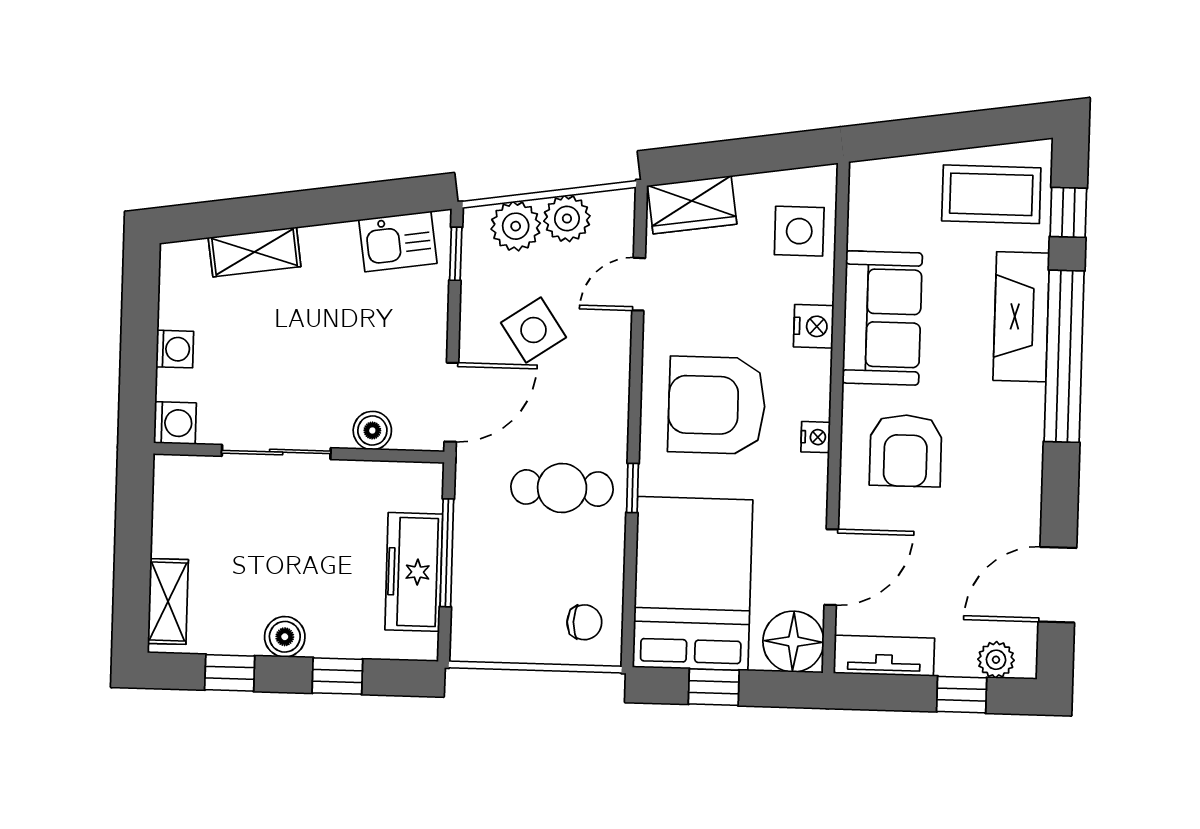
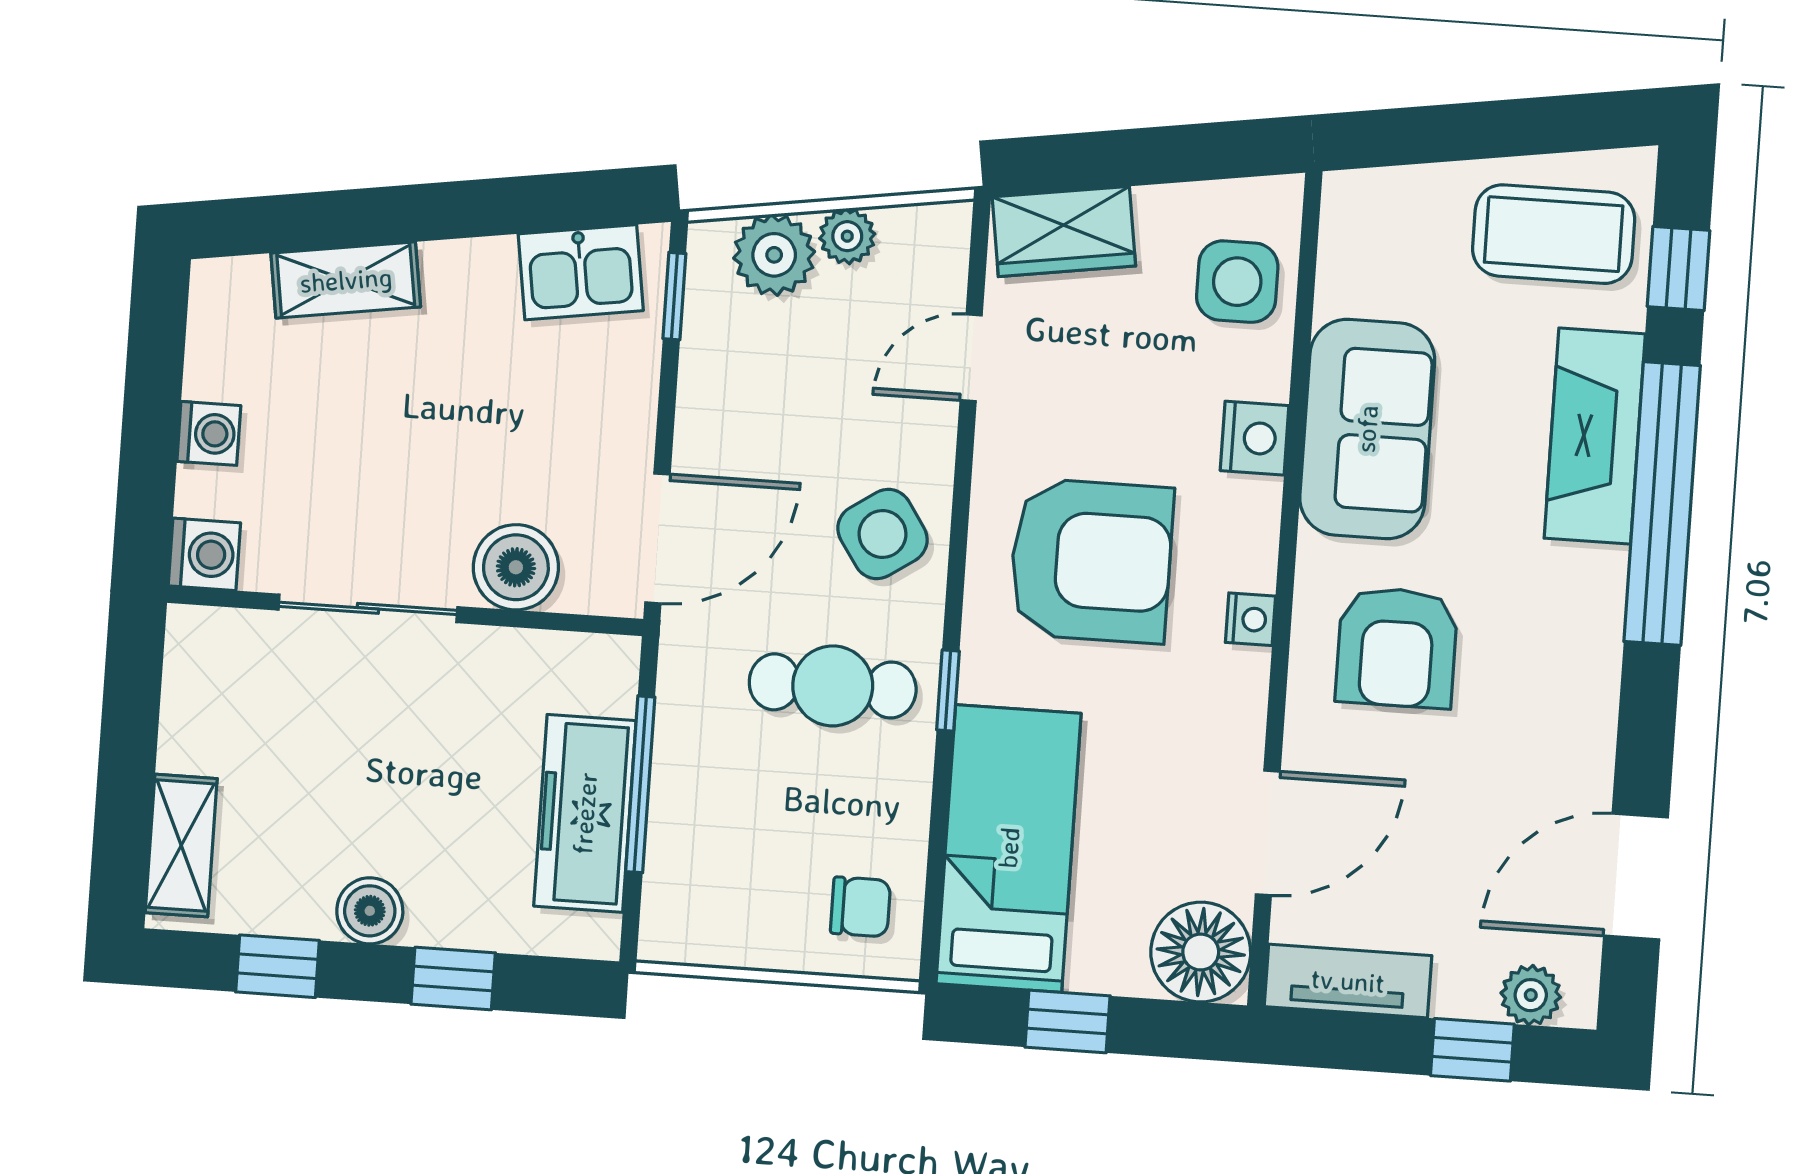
plant: (567, 219) -> (847, 236), width x0.73, depth x0.73
side table: (533, 330) -> (883, 534), moved
armchair: (717, 405) -> (1091, 561), turned 180
boiler: (372, 430) -> (516, 567), width x1.36, depth x1.36
bed: (693, 584) -> (1009, 848), width x0.67

